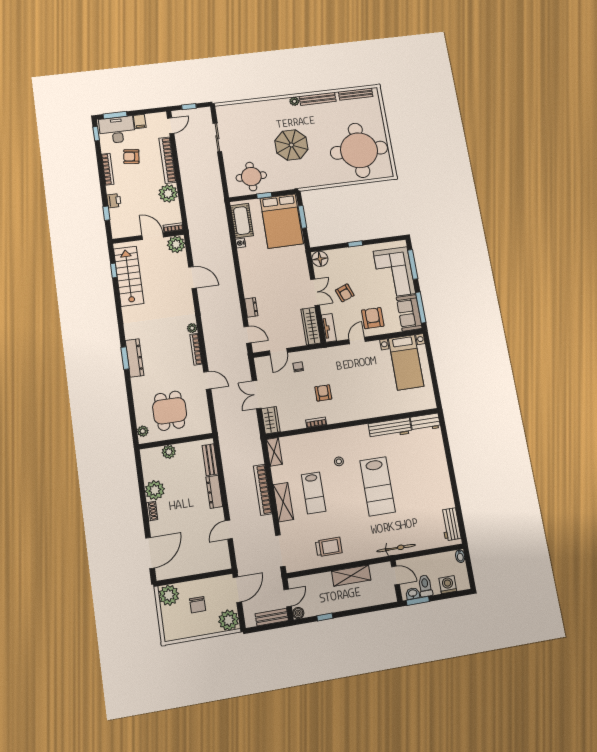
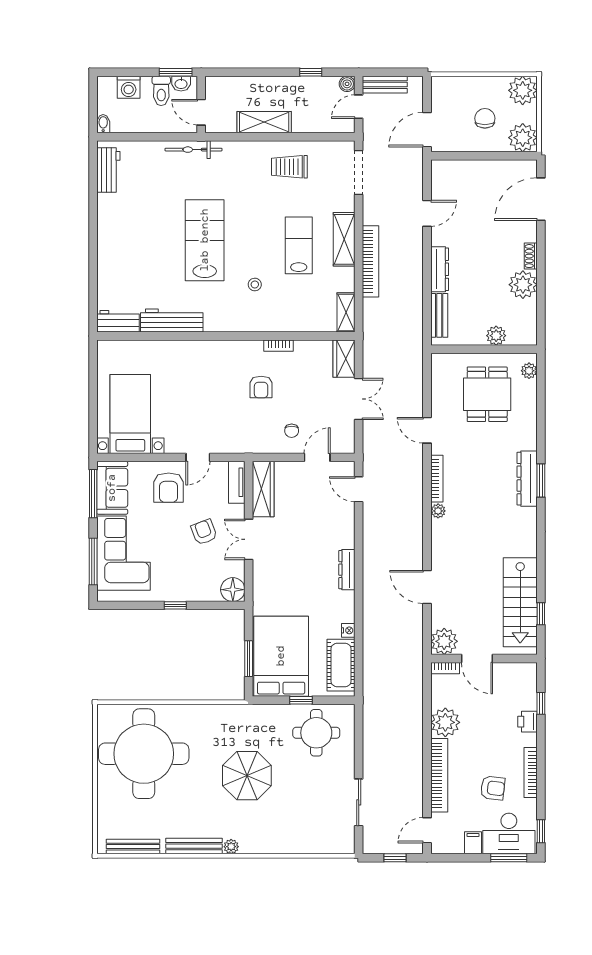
dresser: (251, 307) -> (347, 570), moved, width x1.44
plant: (229, 620) -> (523, 90), moved

